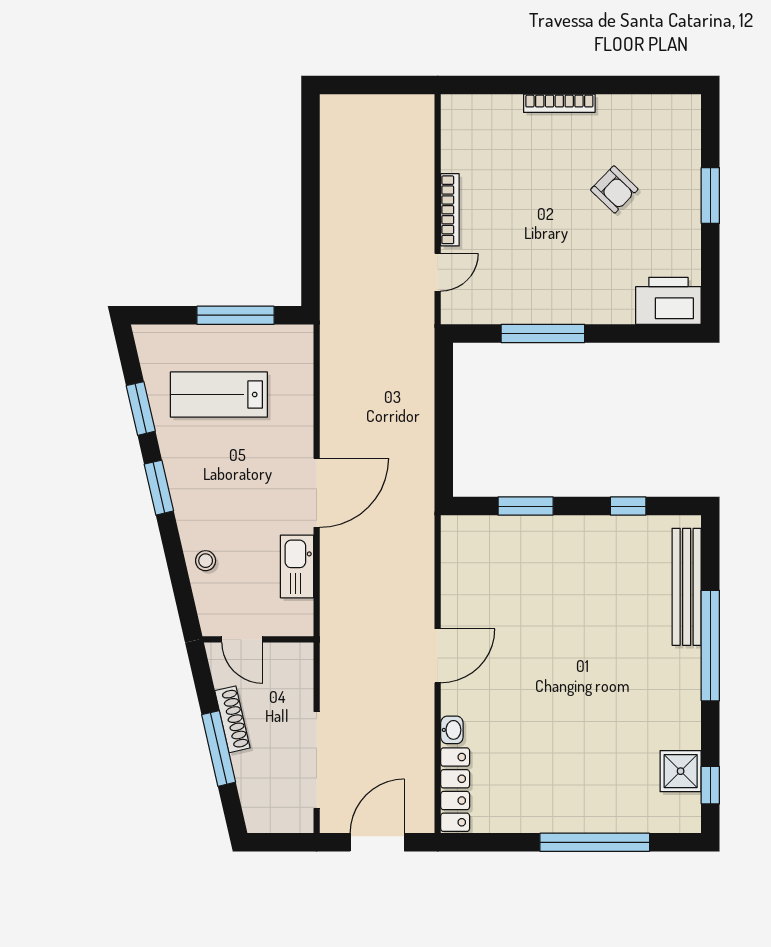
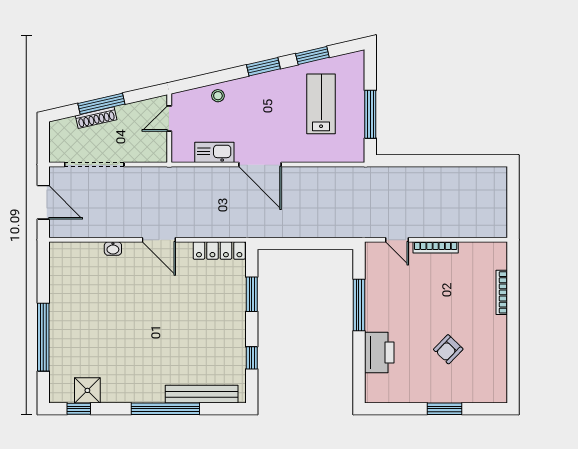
bookcase: (559, 103) -> (502, 292), moved
printer: (668, 301) -> (379, 353), moved
shoe rack: (232, 719) -> (96, 118), moved
locker: (455, 790) -> (219, 251), moved

